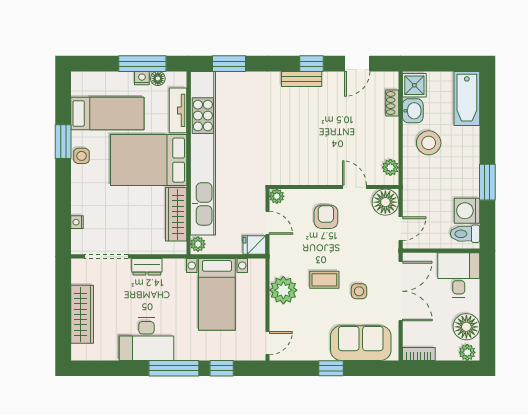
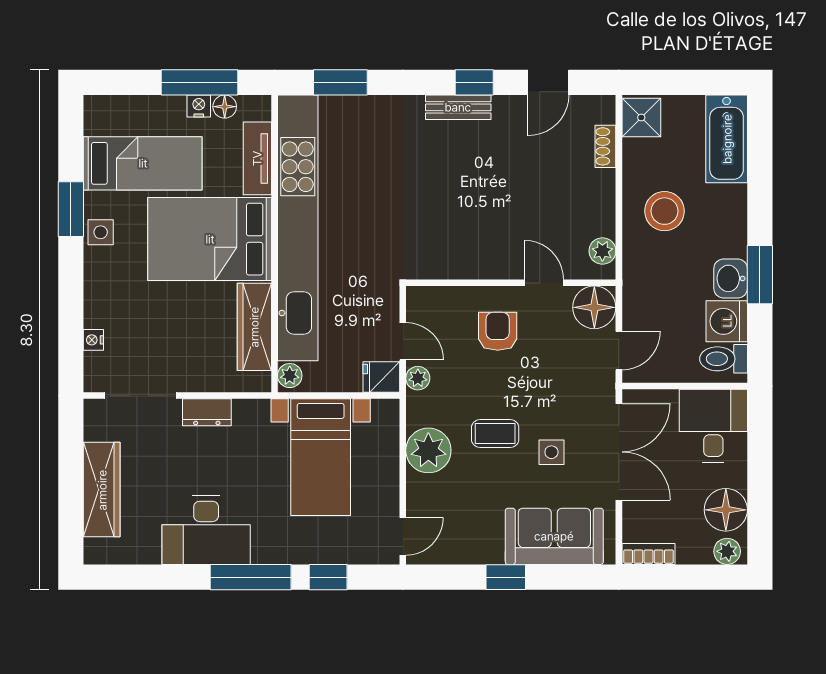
washbasin: (413, 111) -> (731, 278), moved, turned 180
plant: (277, 196) -> (418, 378), moved

